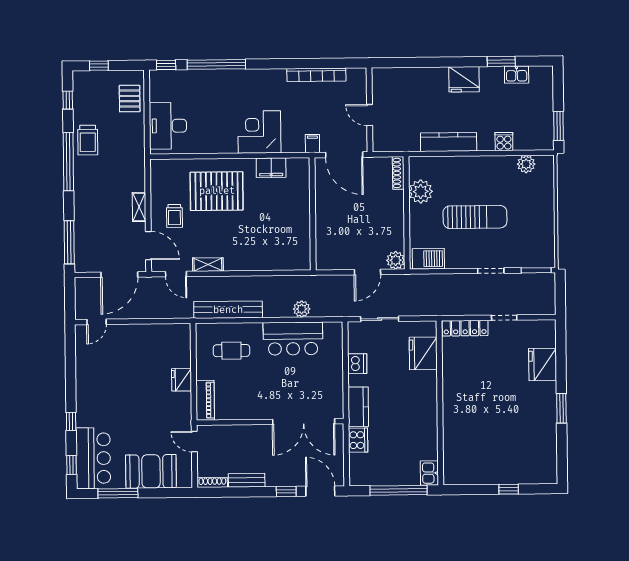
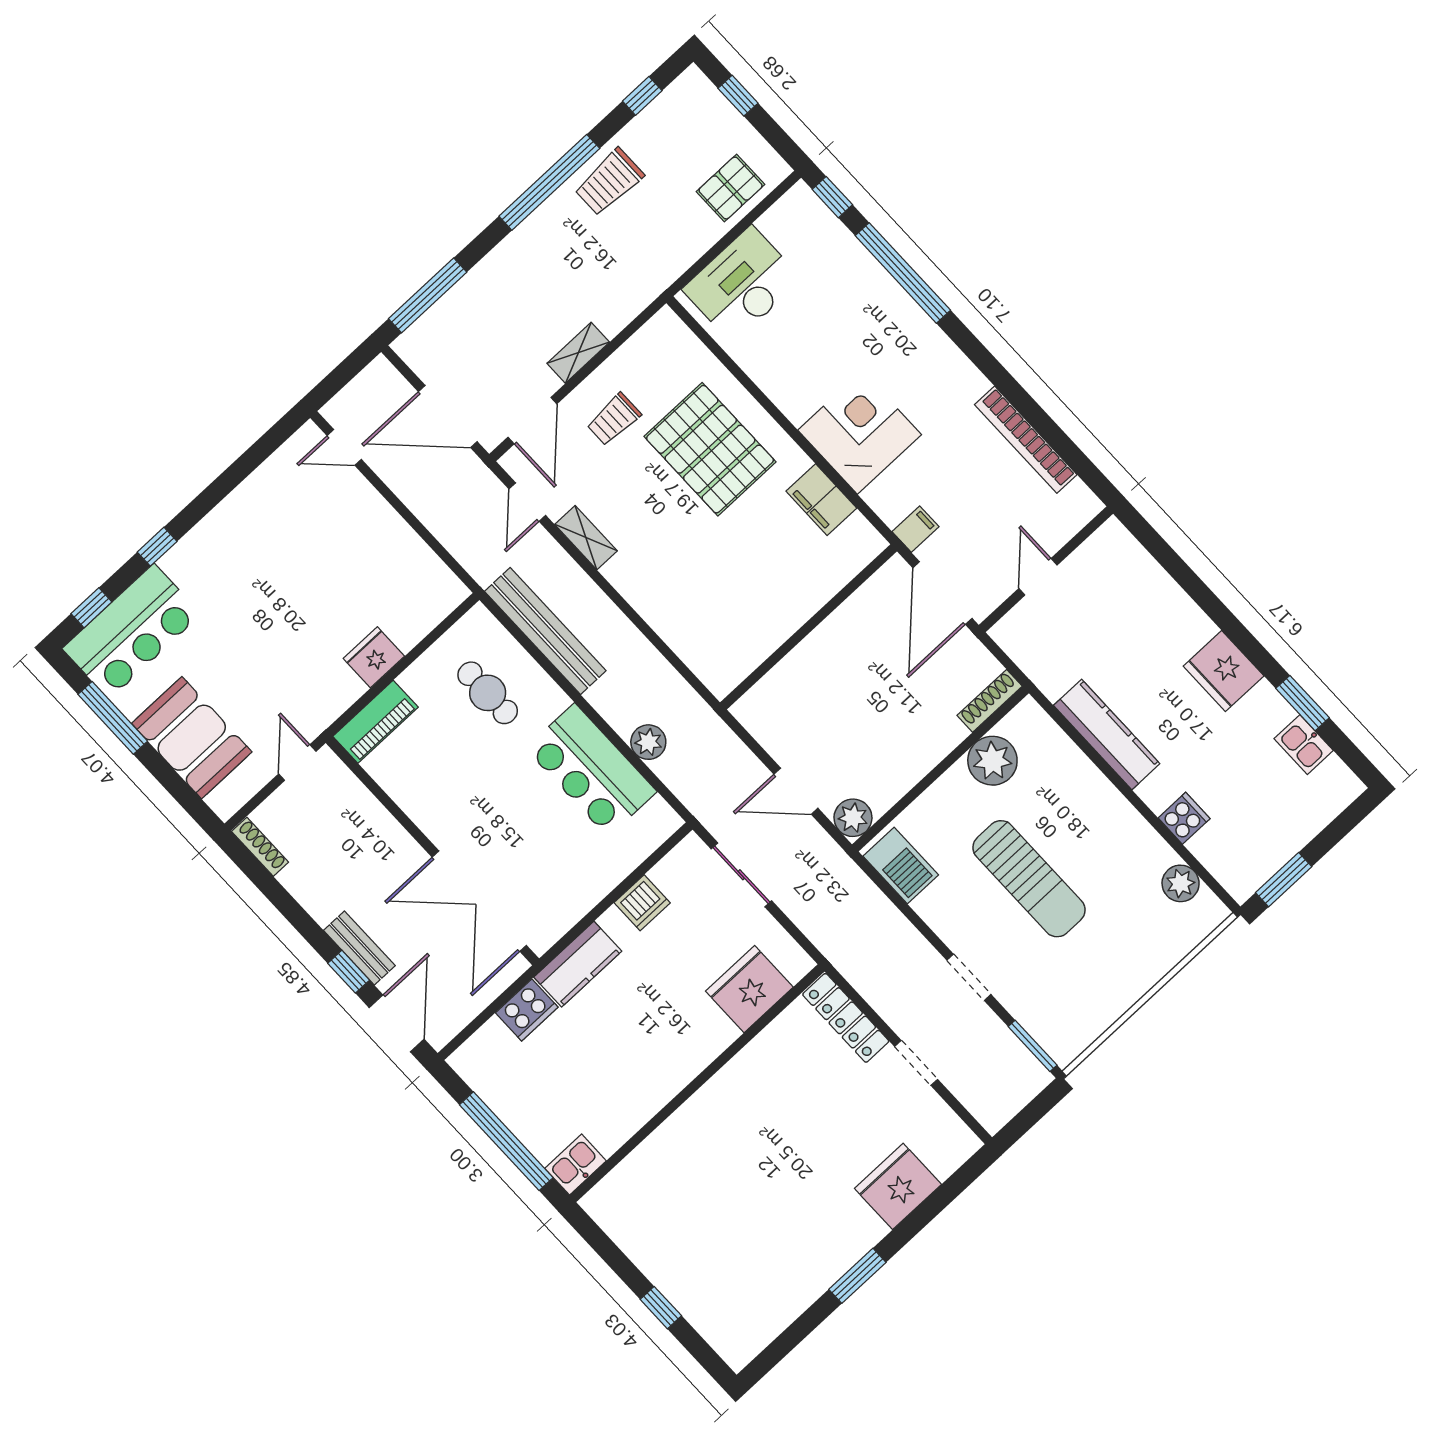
bench: (247, 480) -> (359, 948), moved

